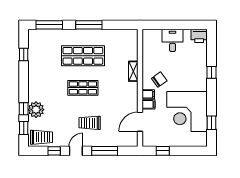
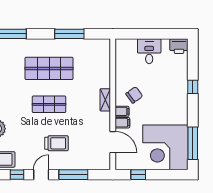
window: (89, 25) -> (69, 34), moved
shelving: (133, 71) -> (105, 100), moved
corner desk: (187, 111) -> (165, 147), moved
door: (140, 122) -> (113, 142), swing flipped
trolley: (90, 123) -> (57, 143), turned 180
window: (212, 123) -> (193, 143), width x2.17

